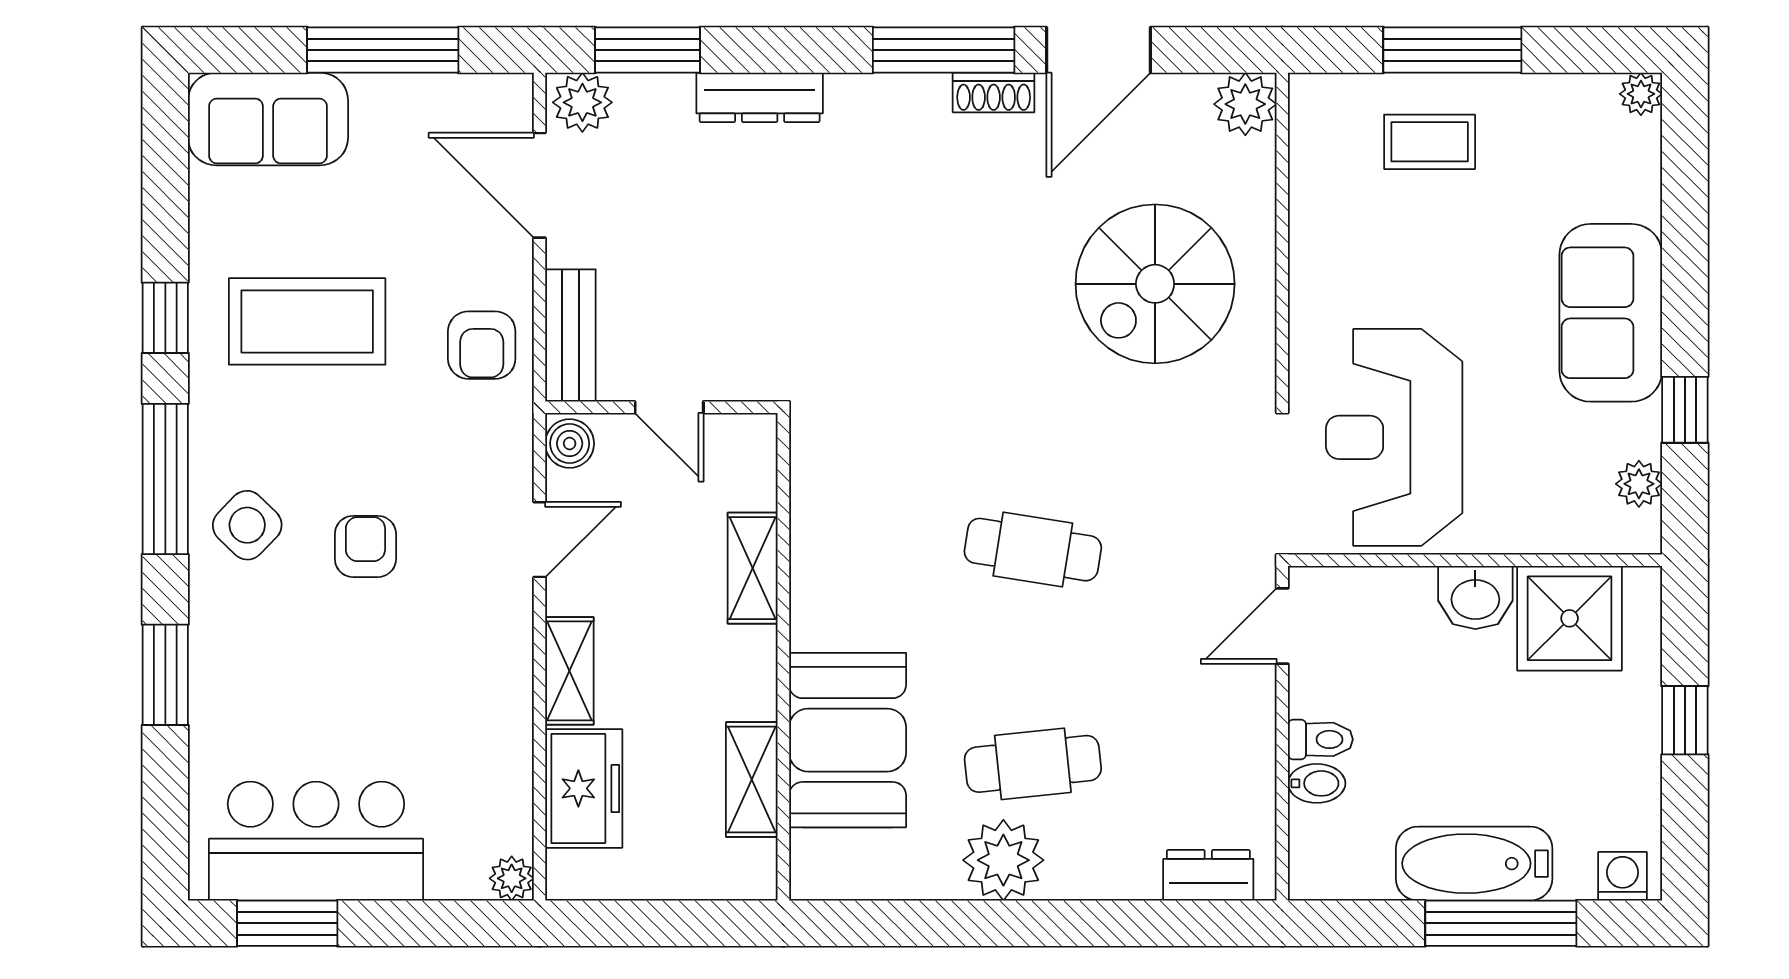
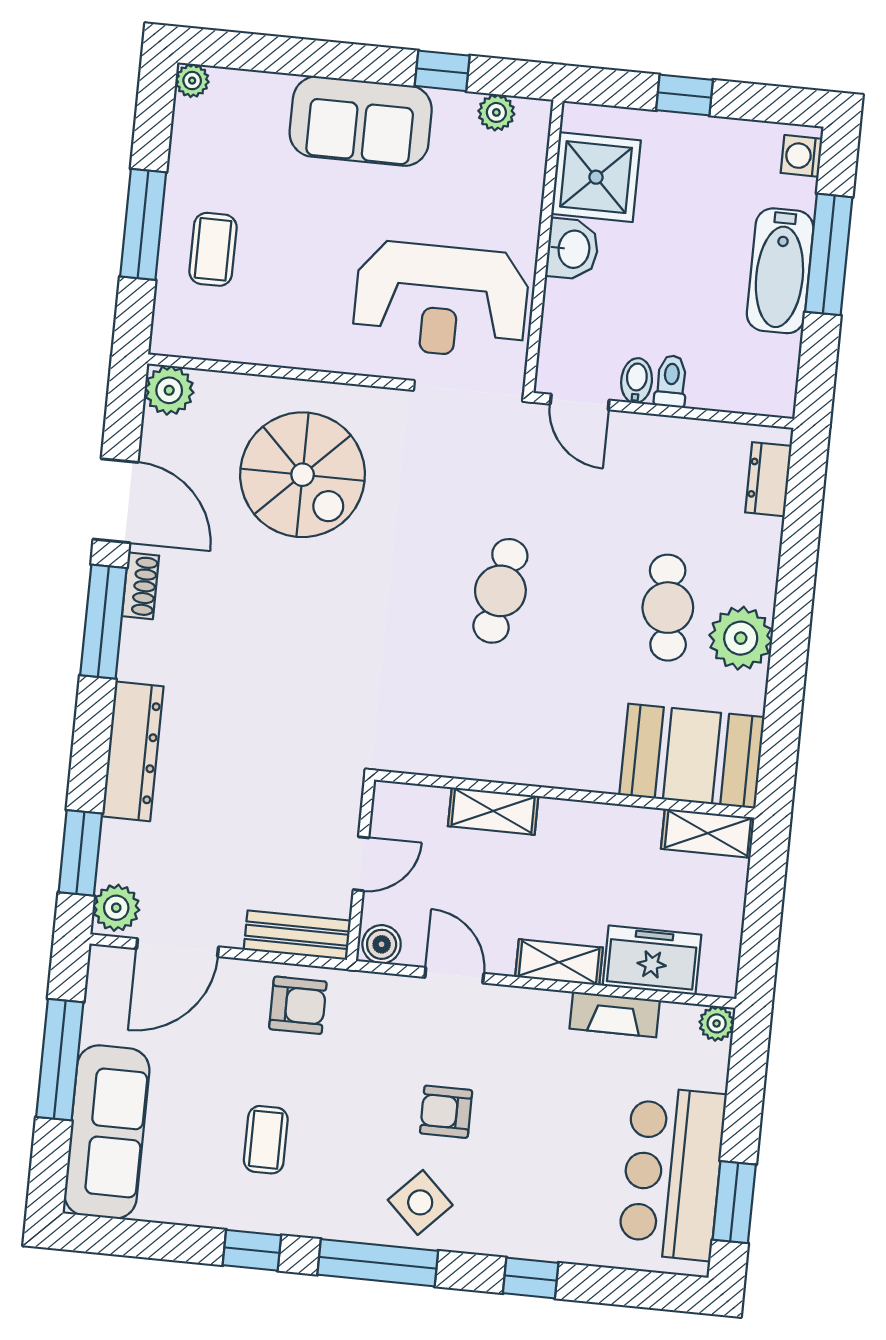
dresser: (760, 97) -> (133, 751), width x1.37, depth x1.24
sofa: (268, 119) -> (107, 1132), width x1.36
coffee table: (307, 321) -> (266, 1140), width x0.54, depth x0.58
window: (165, 675) -> (531, 1278), width x0.67
booth: (848, 740) -> (692, 756), moved
fireplace: (510, 748) -> (615, 1015), added
shelving: (752, 780) -> (708, 833), moved
bidet: (1317, 783) -> (637, 381), moved

